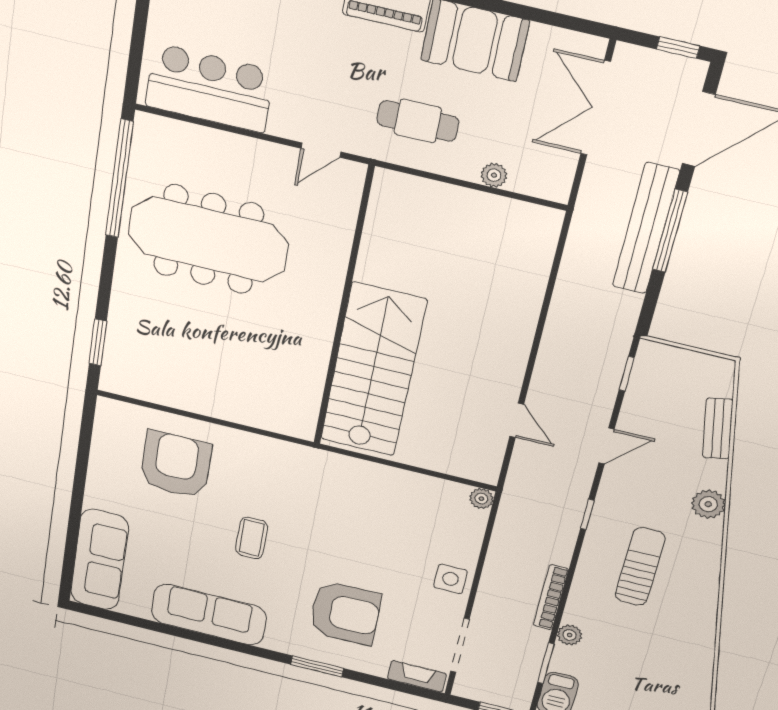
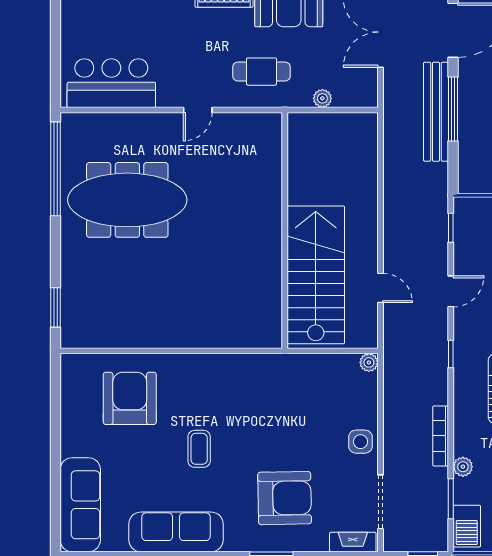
wall: (343, 309) -> (285, 230), moved
stairs: (373, 370) -> (316, 275), moved

